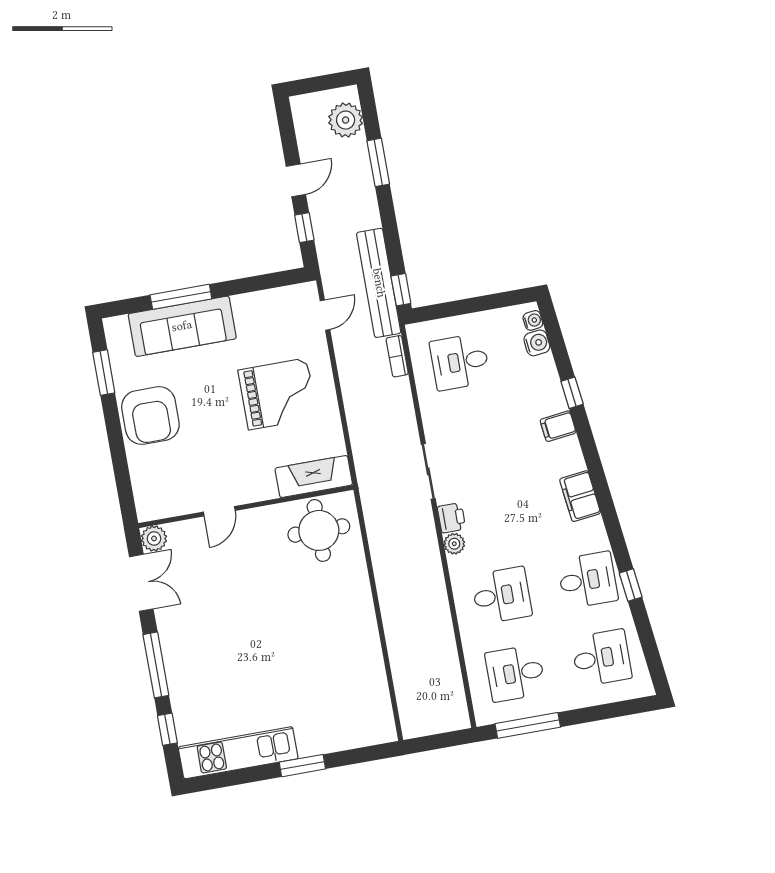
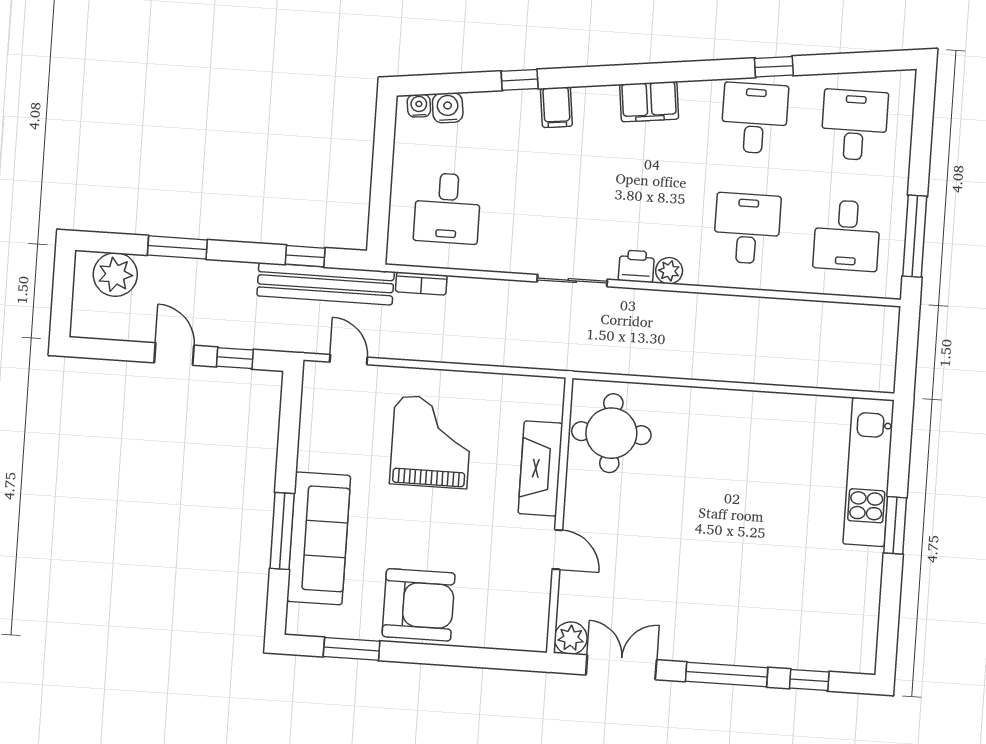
window: (401, 290) -> (305, 256), moved
fireplace: (314, 477) -> (540, 468), moved
kitchen unit: (238, 753) -> (869, 472), moved

